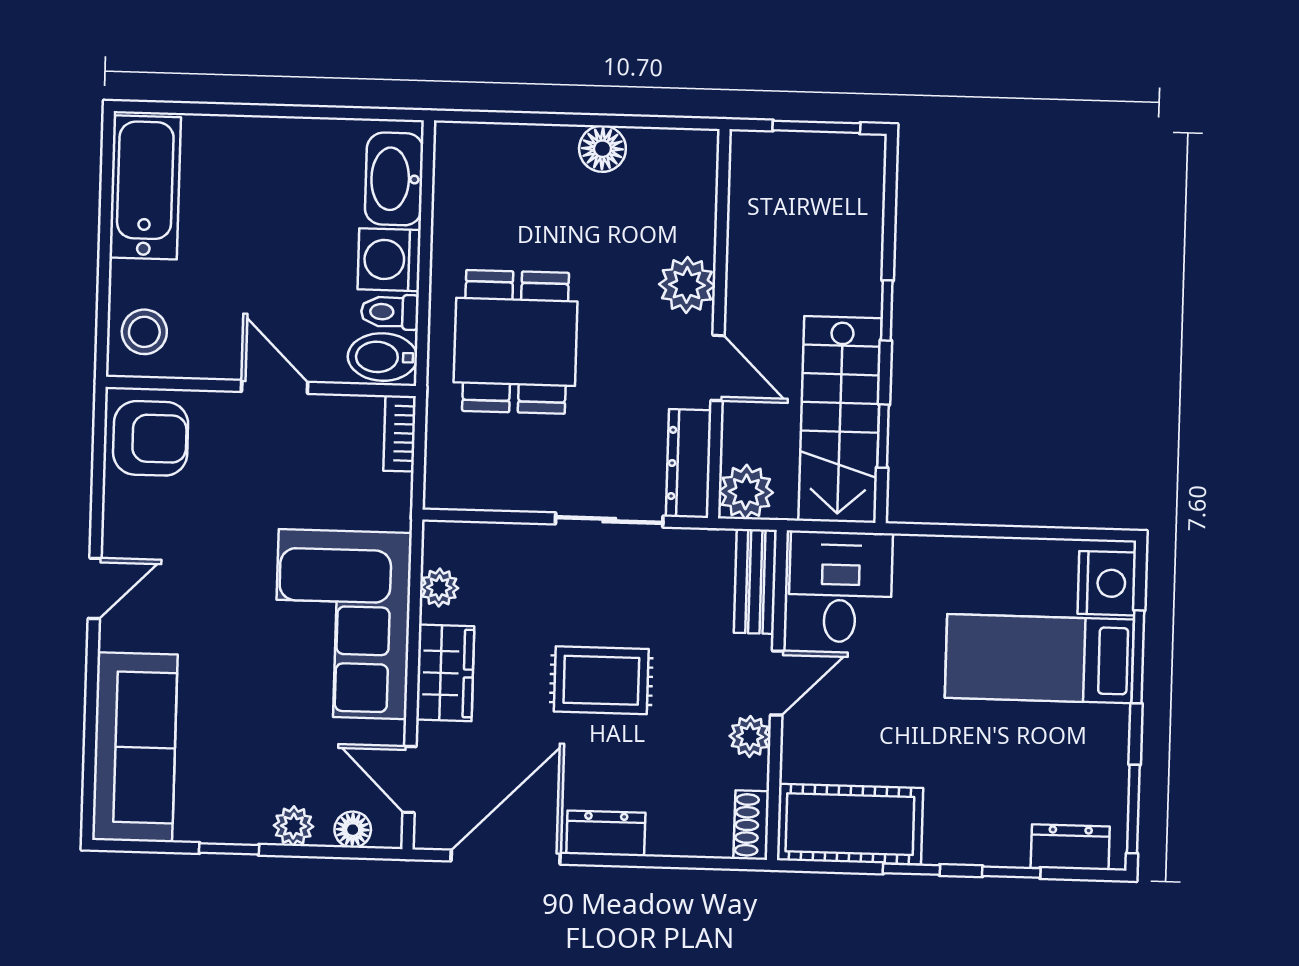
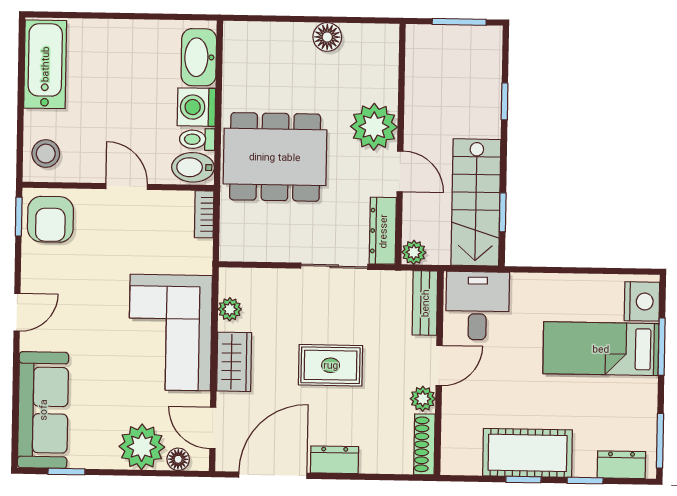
plant: (687, 285) -> (374, 127), width x1.36, depth x1.36
window: (887, 310) -> (505, 101), moved
dining table: (516, 342) -> (275, 157), width x1.38
window: (99, 433) -> (19, 217), added
armchair: (151, 438) -> (50, 219), turned 90
plant: (746, 492) -> (414, 252), width x0.73, depth x0.73
cot: (850, 824) -> (528, 453), moved
shoe rack: (751, 825) -> (424, 444), width x1.43
plant: (293, 826) -> (142, 447), width x1.88, depth x1.88
window: (229, 849) -> (66, 472), moved

